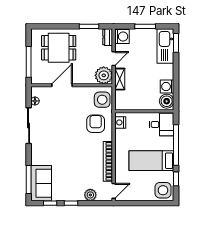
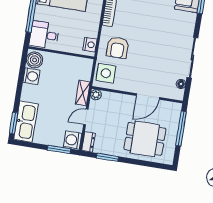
window: (145, 26) -> (59, 149), moved
plant: (104, 75) -> (96, 95), width x0.53, depth x0.53

